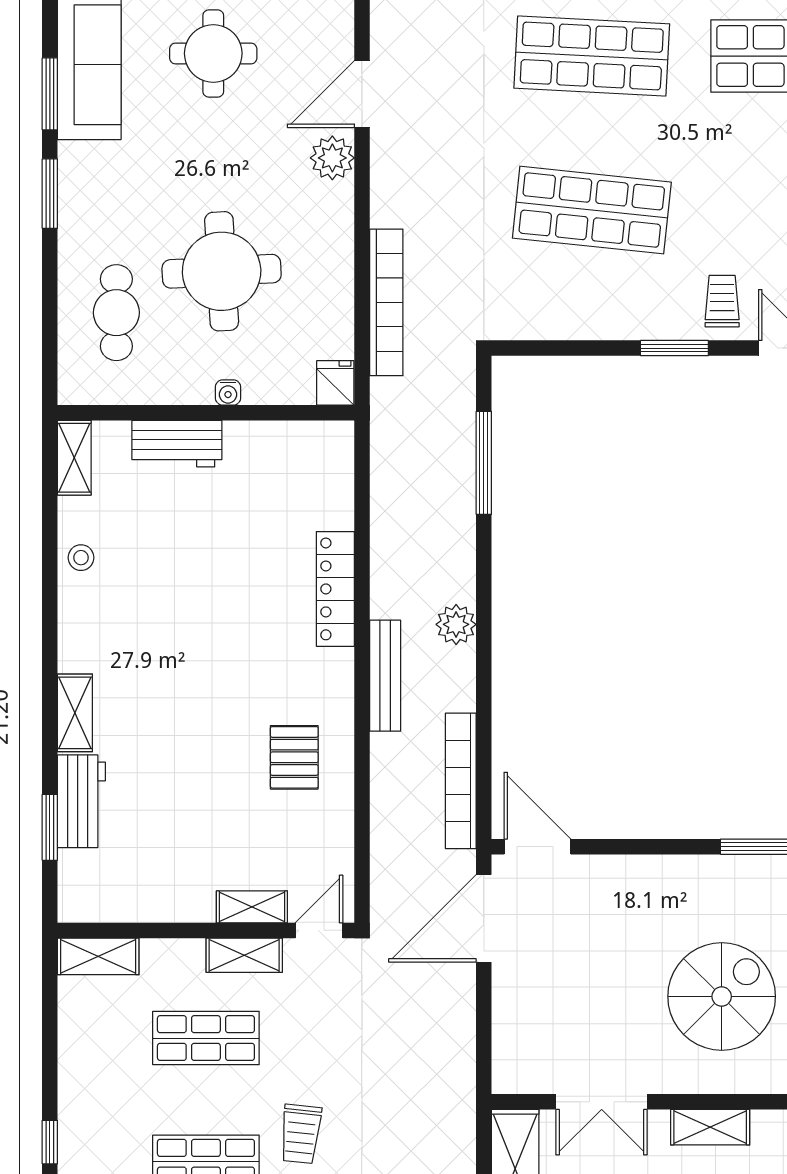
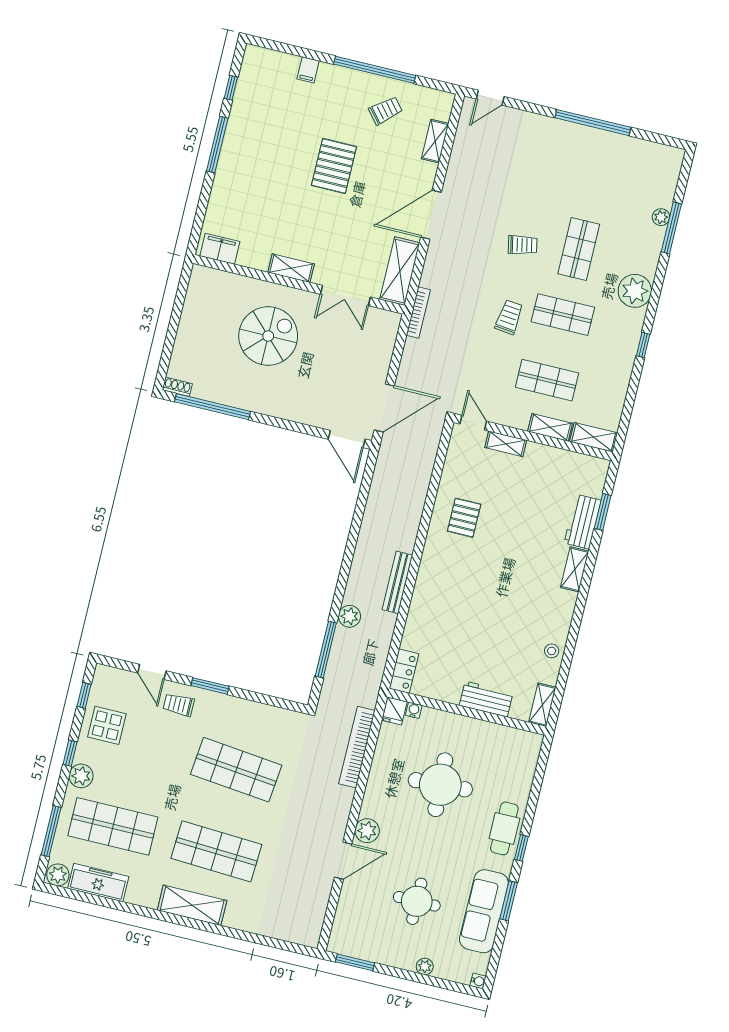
window: (50, 194) -> (521, 848), width x0.67
trolley: (722, 301) -> (179, 705), turned 90
cafe table: (116, 313) -> (504, 828), moved
water cooler: (228, 392) -> (414, 710), moved
locker: (335, 589) -> (404, 671), moved, width x0.66
plant: (456, 624) -> (349, 616), moved
bench: (385, 676) -> (397, 582), moved
bookcase: (461, 781) -> (418, 312), moved, width x0.68, depth x0.76
door: (319, 930) -> (473, 423), swing flipped
shelving: (244, 955) -> (550, 427), moved
spiral stairs: (722, 996) -> (268, 336), turned 180
double door: (602, 1102) -> (345, 296), swing flipped

